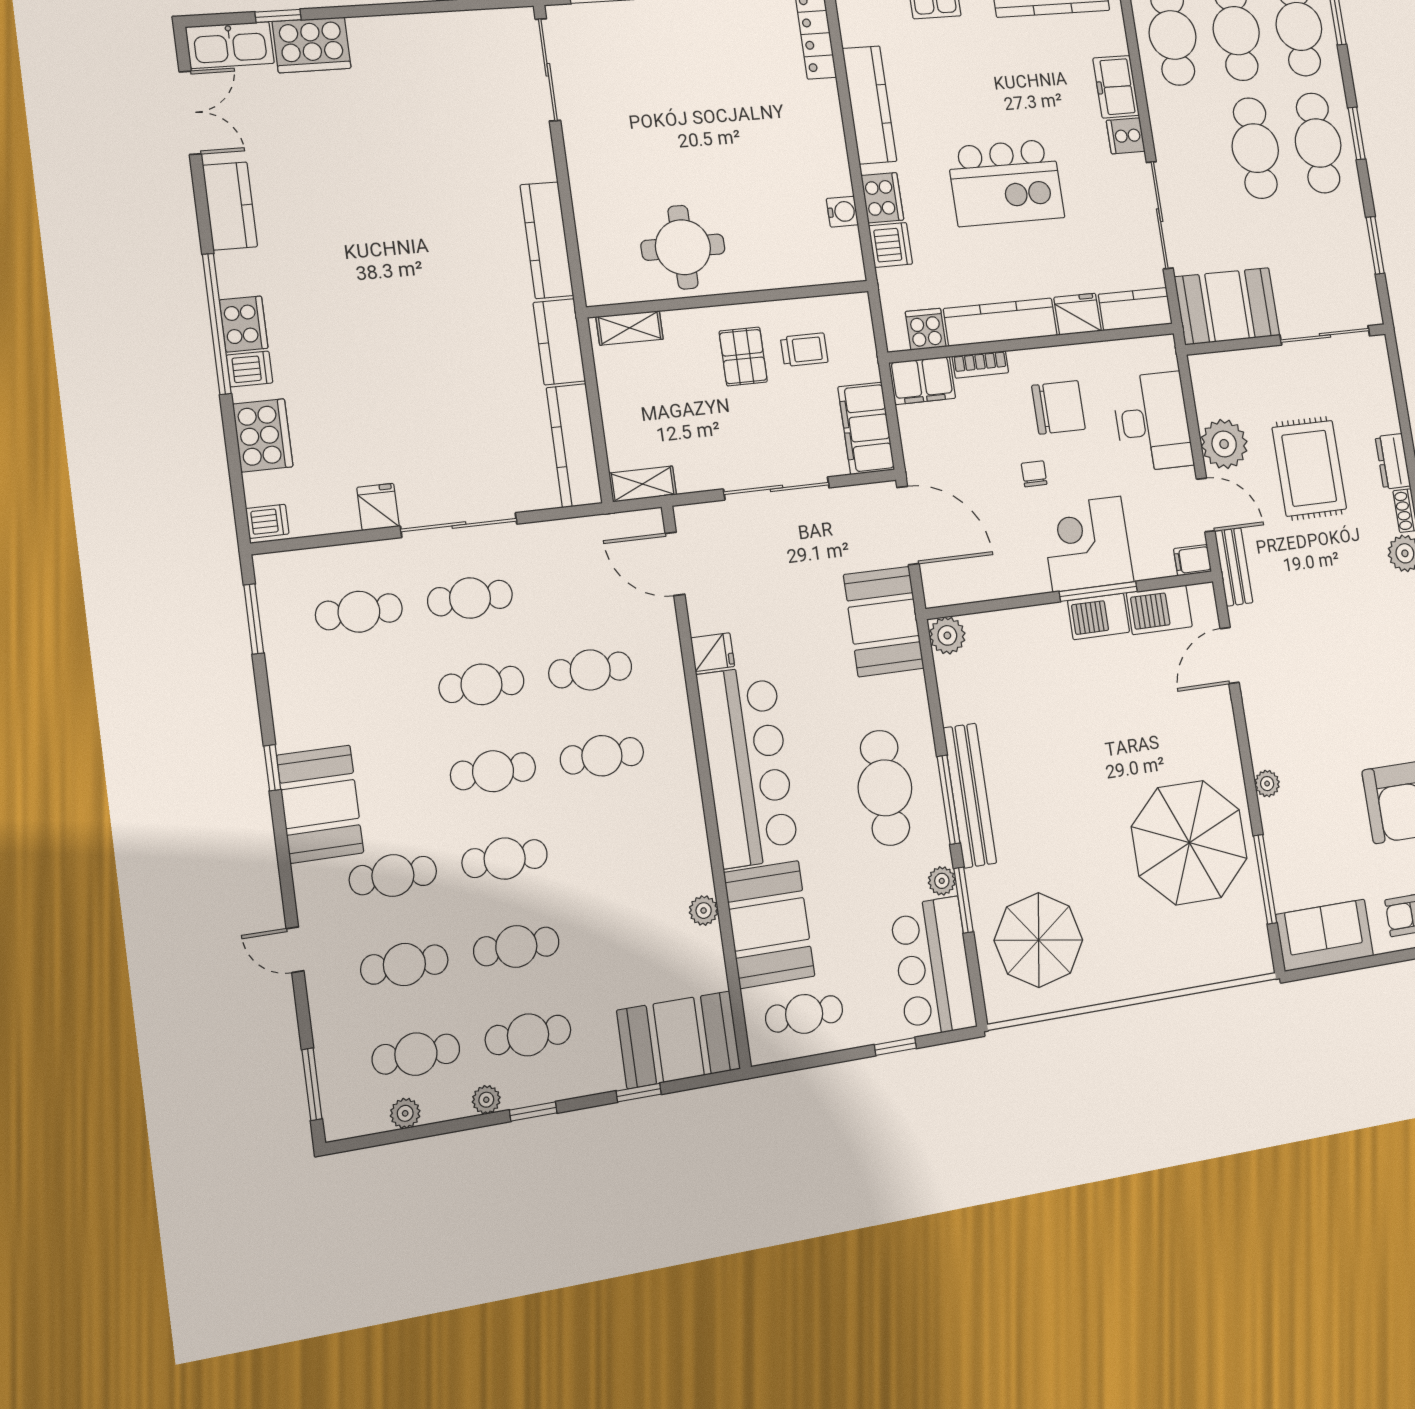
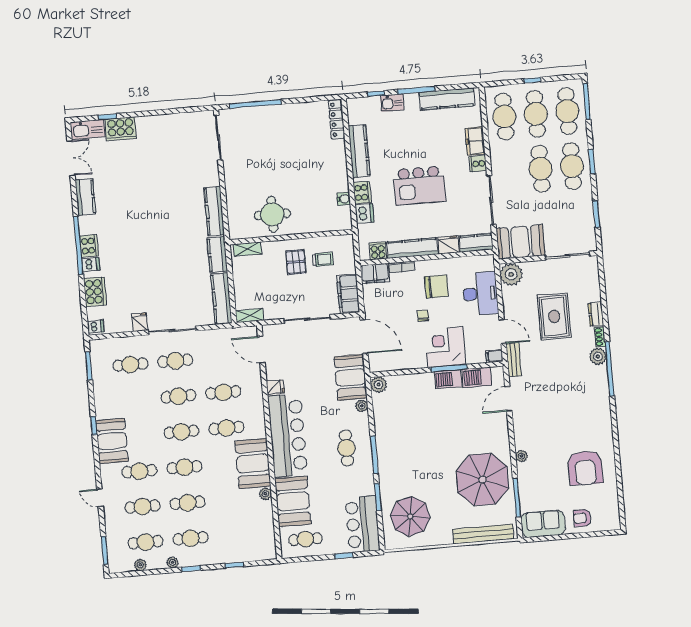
plant: (1224, 444) -> (511, 274), moved
cafe table: (885, 788) -> (346, 448), width x0.73, depth x0.74
bench: (970, 795) -> (483, 534), moved, turned 90
plant: (942, 881) -> (362, 406), moved
booth: (679, 1040) -> (253, 464), moved, turned 90

